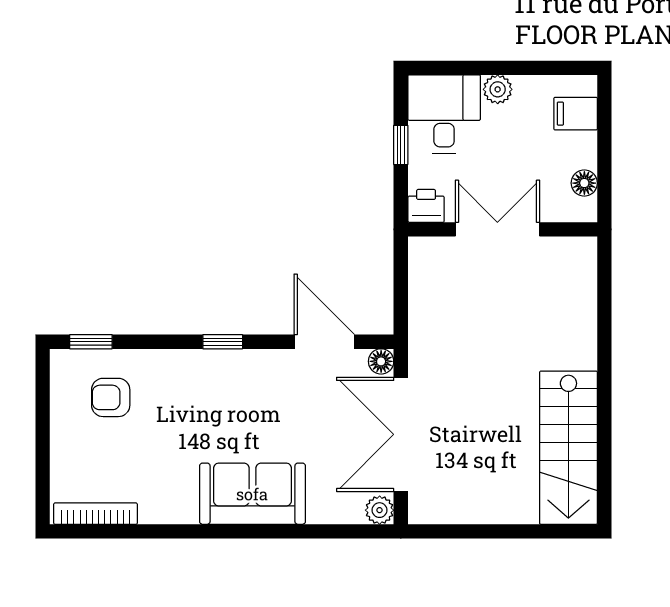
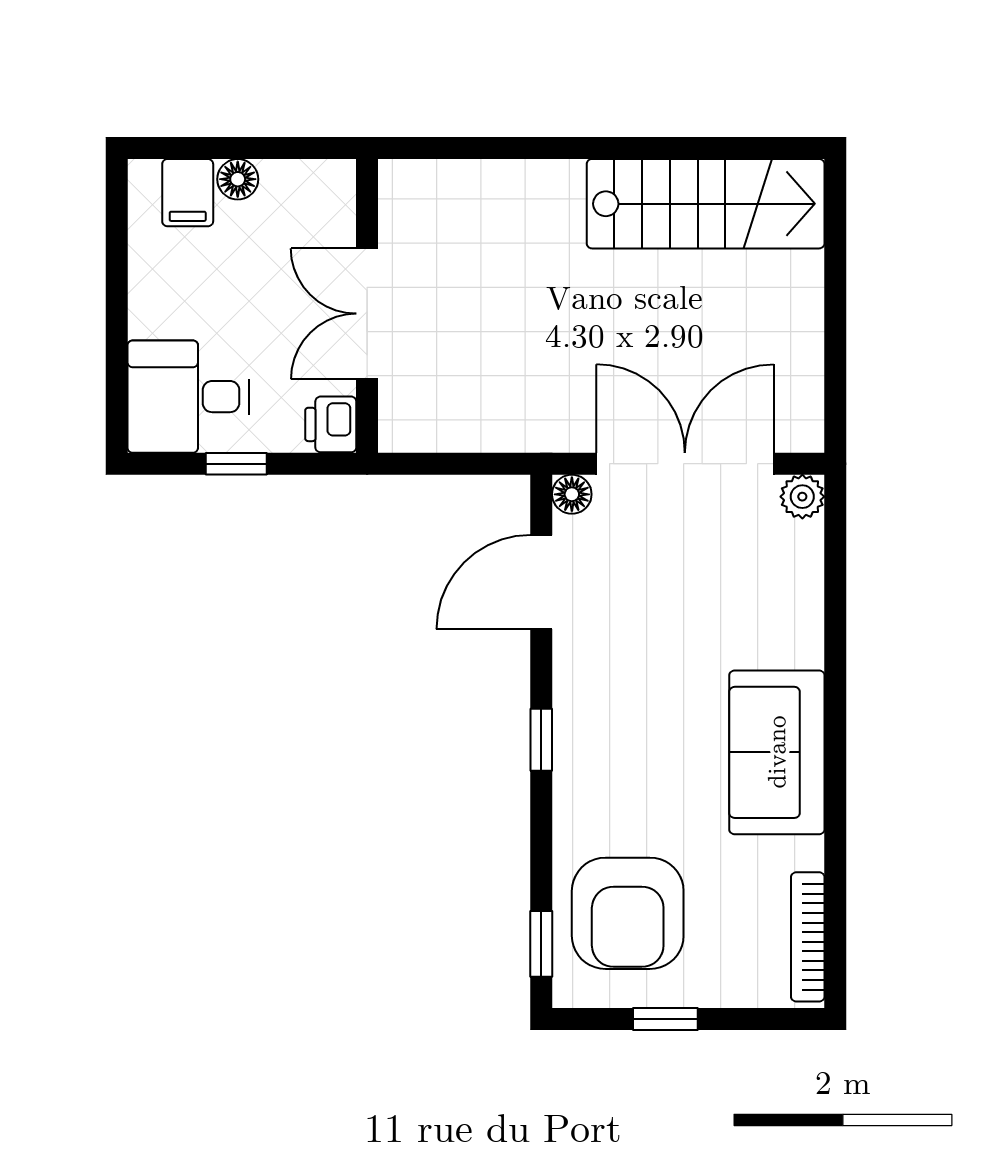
plant: (498, 89) -> (150, 314), removed
floor lamp: (584, 183) -> (238, 179), moved
armchair: (111, 397) -> (628, 913), width x1.88, depth x1.88
window: (43, 422) -> (665, 1019), added
double door: (401, 434) -> (685, 464), swing flipped
sofa: (252, 494) -> (777, 752), moved

